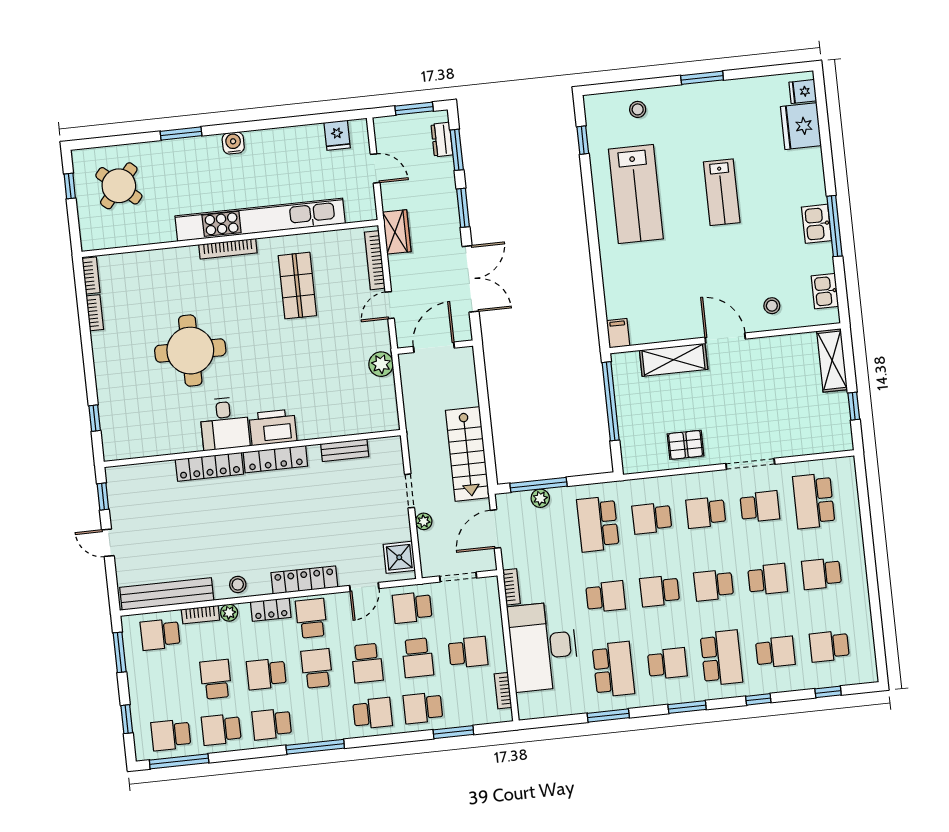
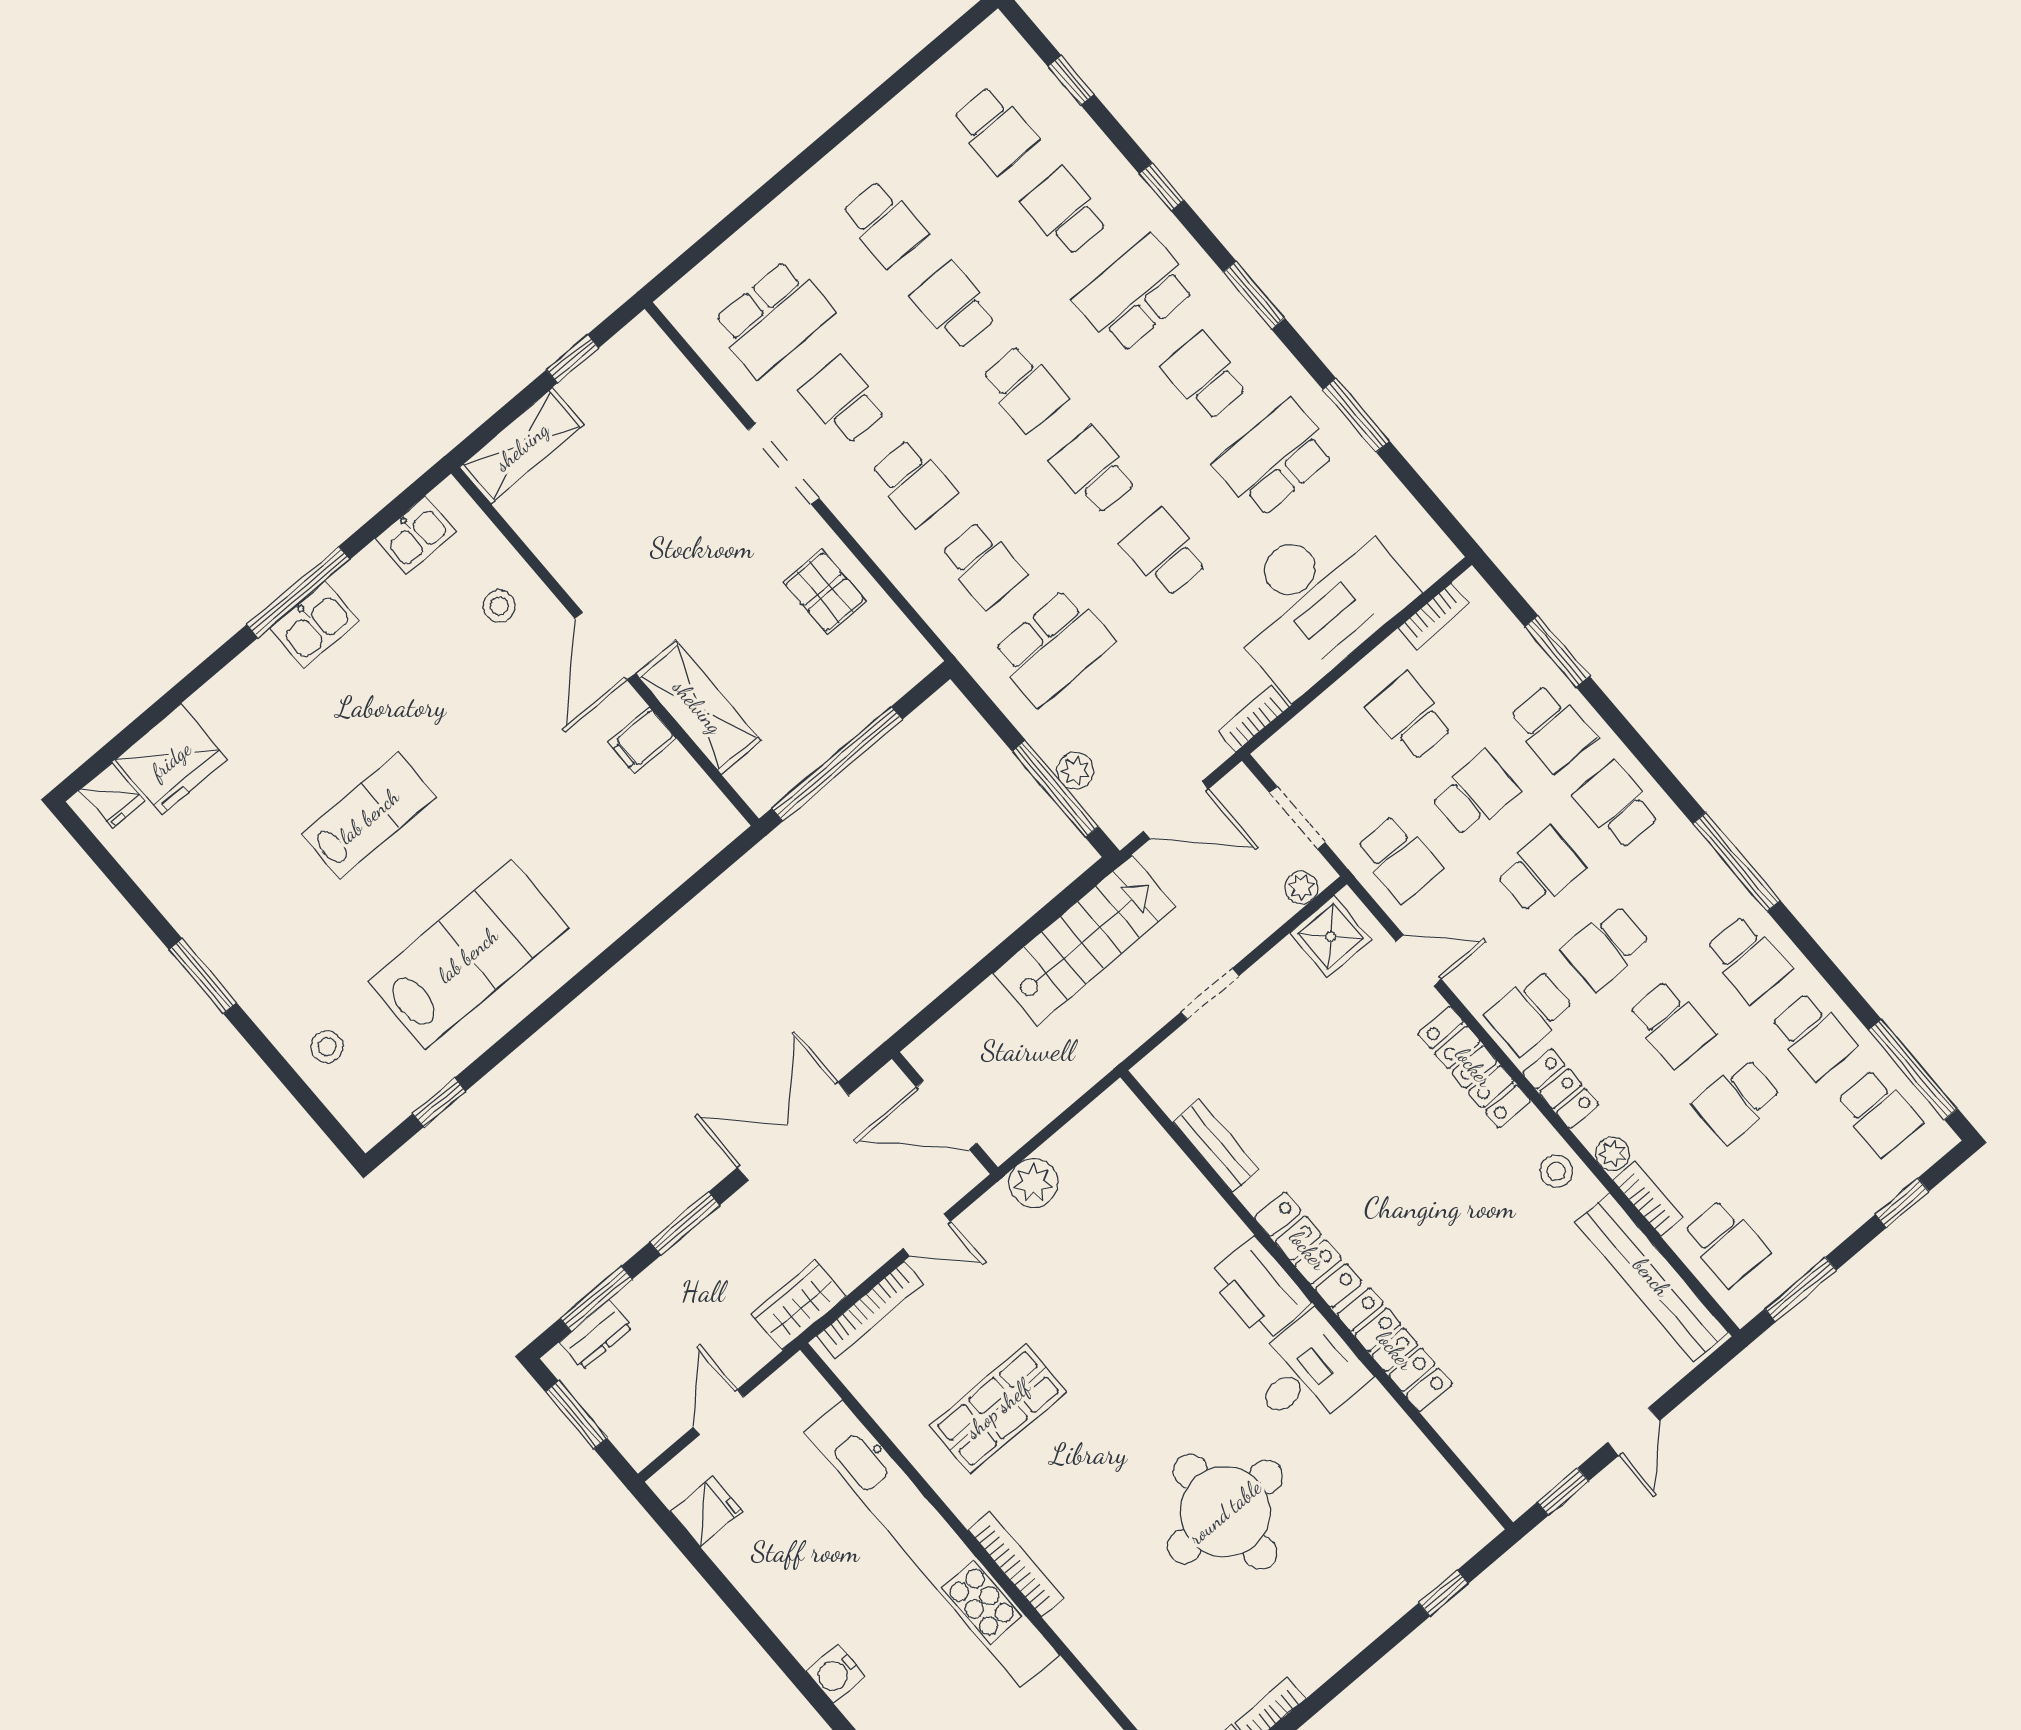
filing cabinet: (618, 333) -> (642, 740), moved
plant: (424, 521) -> (1301, 888), moved
school desk: (660, 591) -> (1094, 471), turned 180

